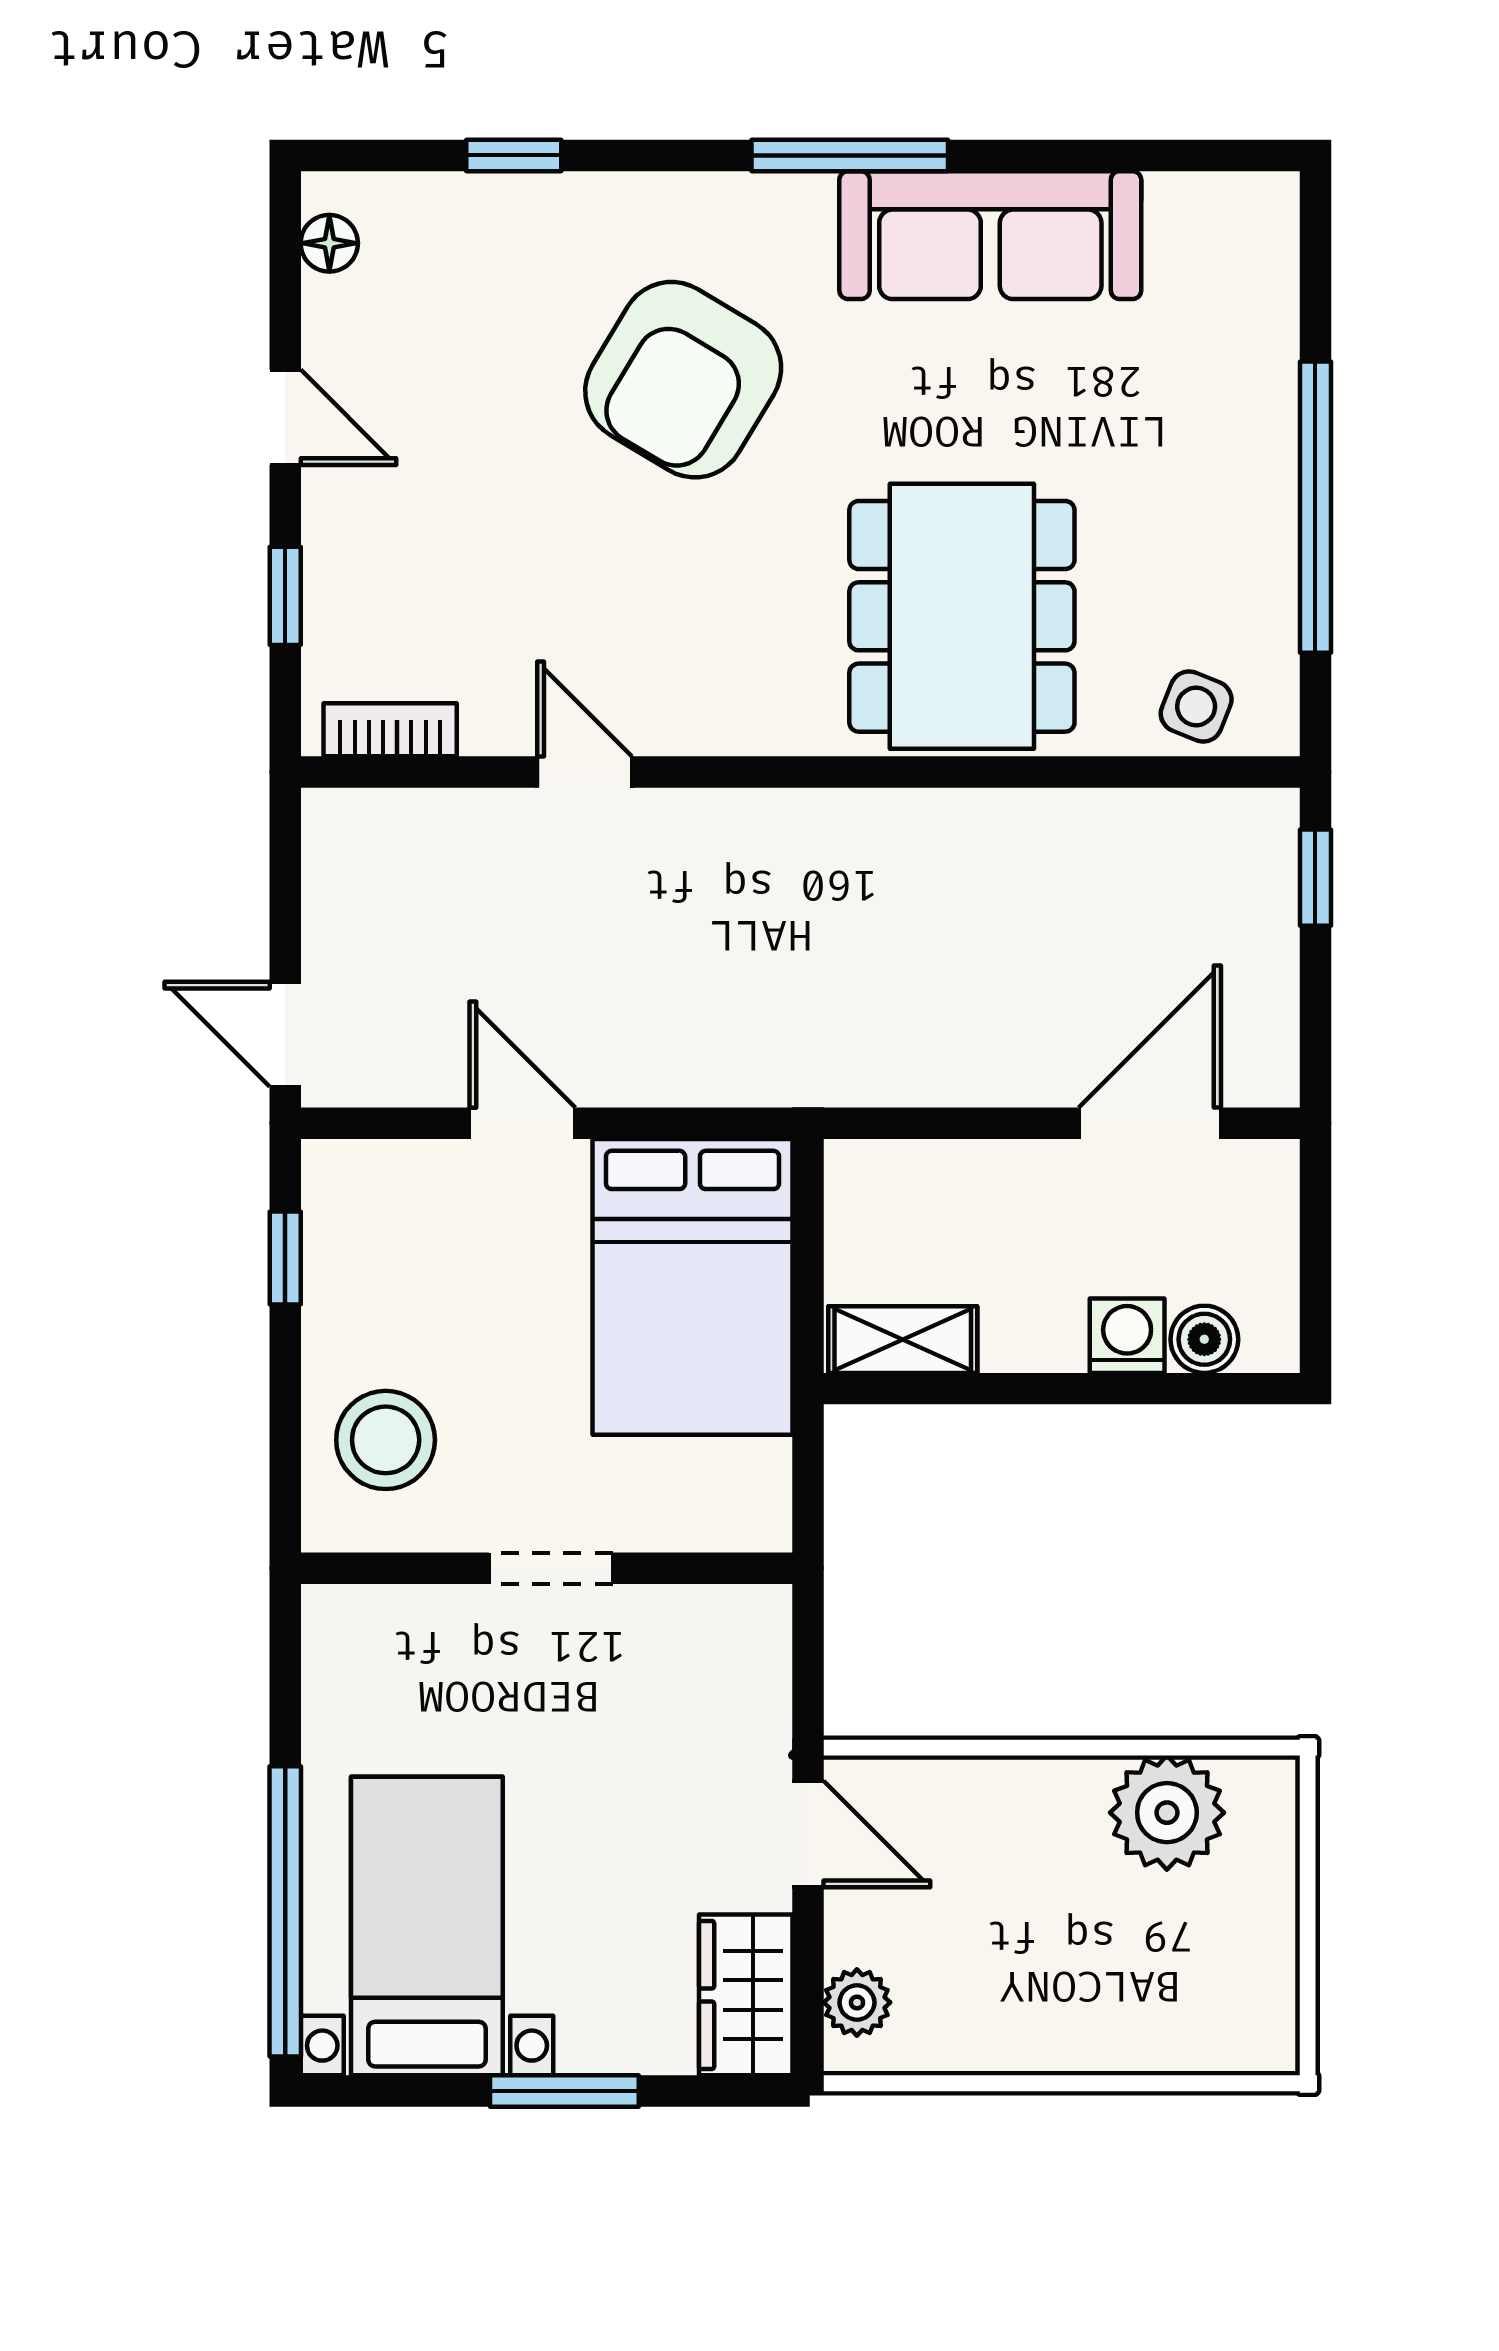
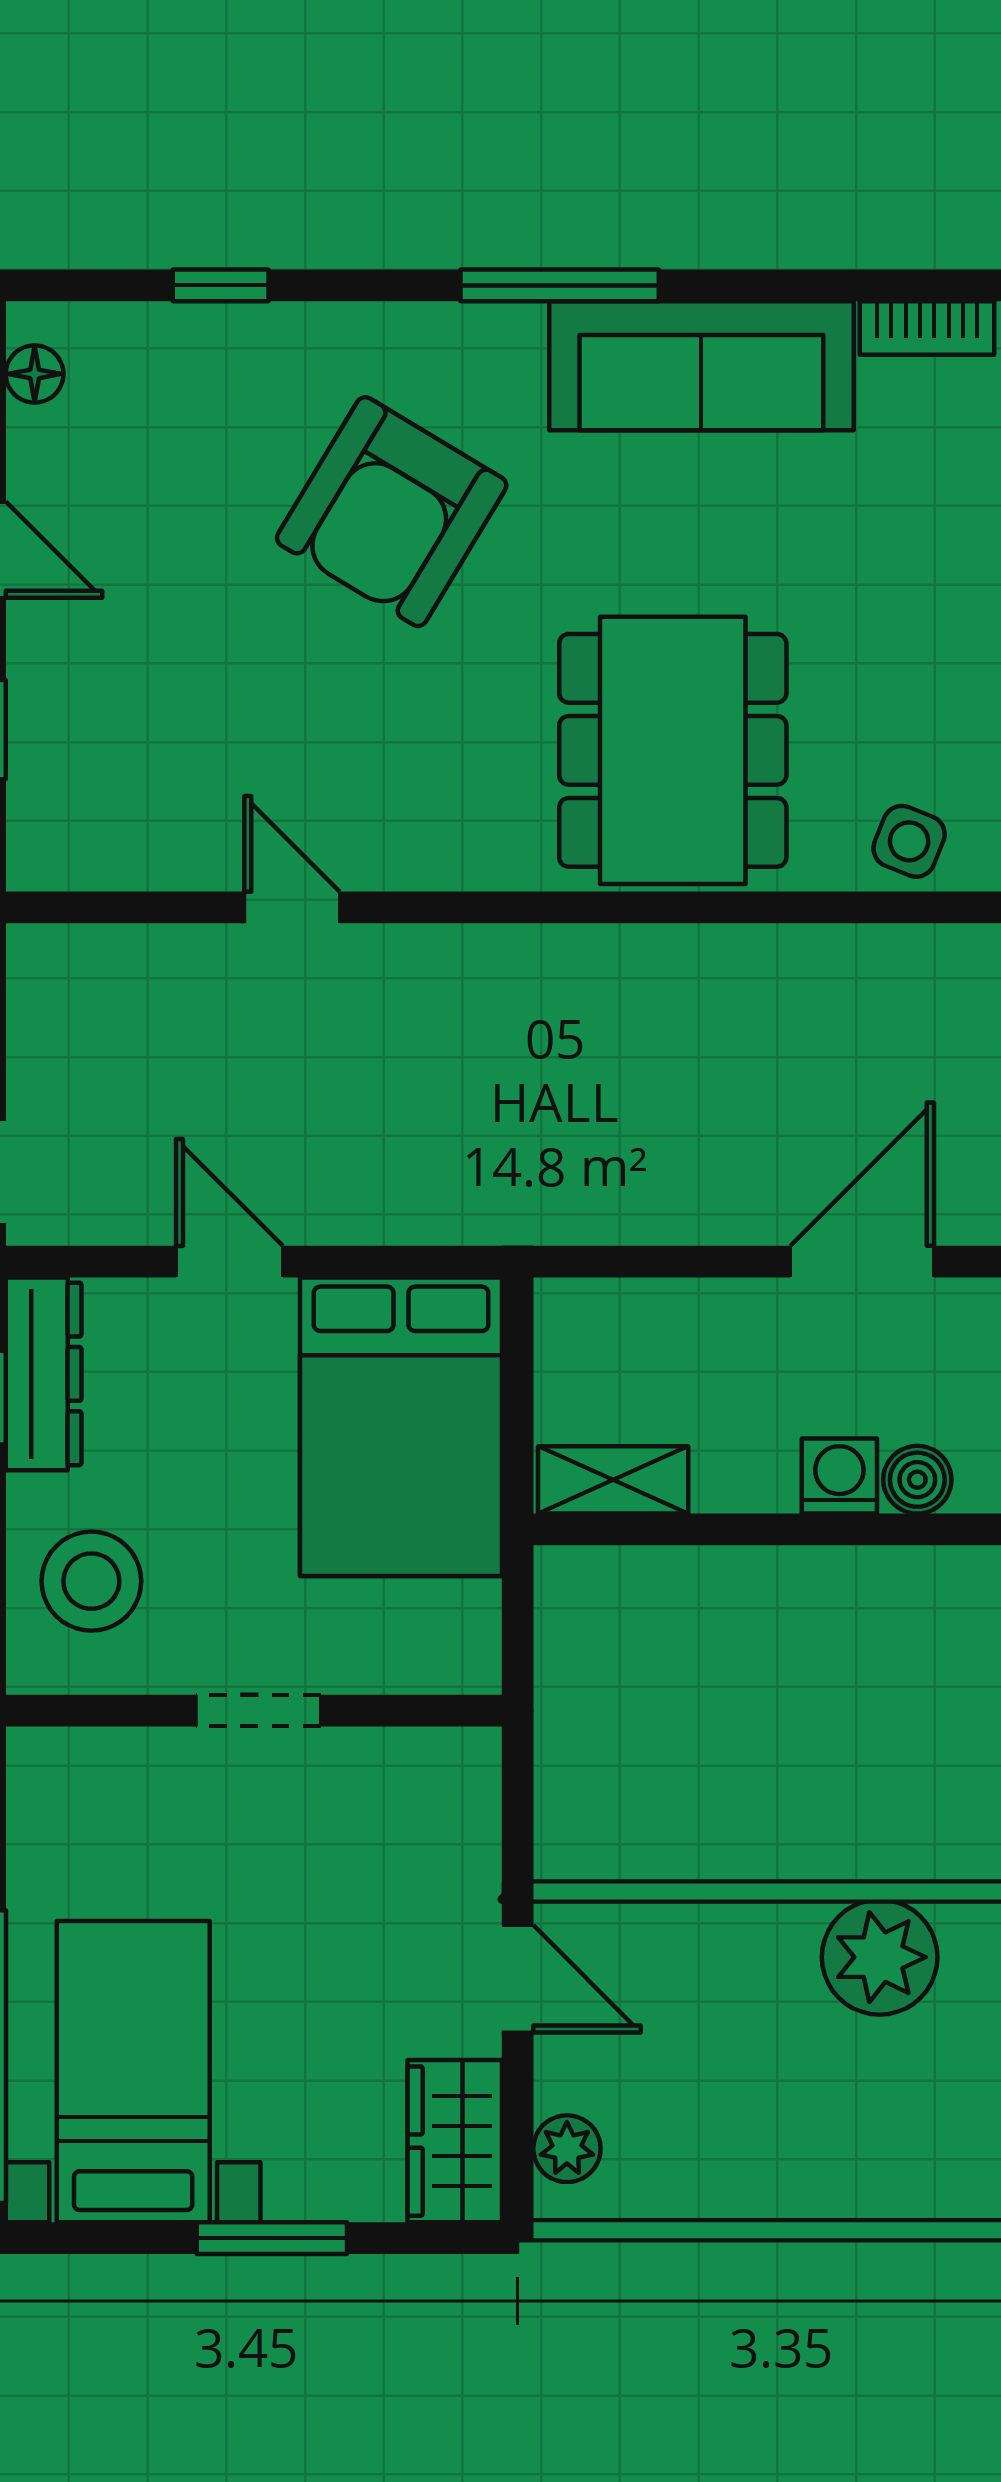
bookcase: (390, 730) -> (927, 328), moved, turned 180
dresser: (338, 1234) -> (44, 1374), added

